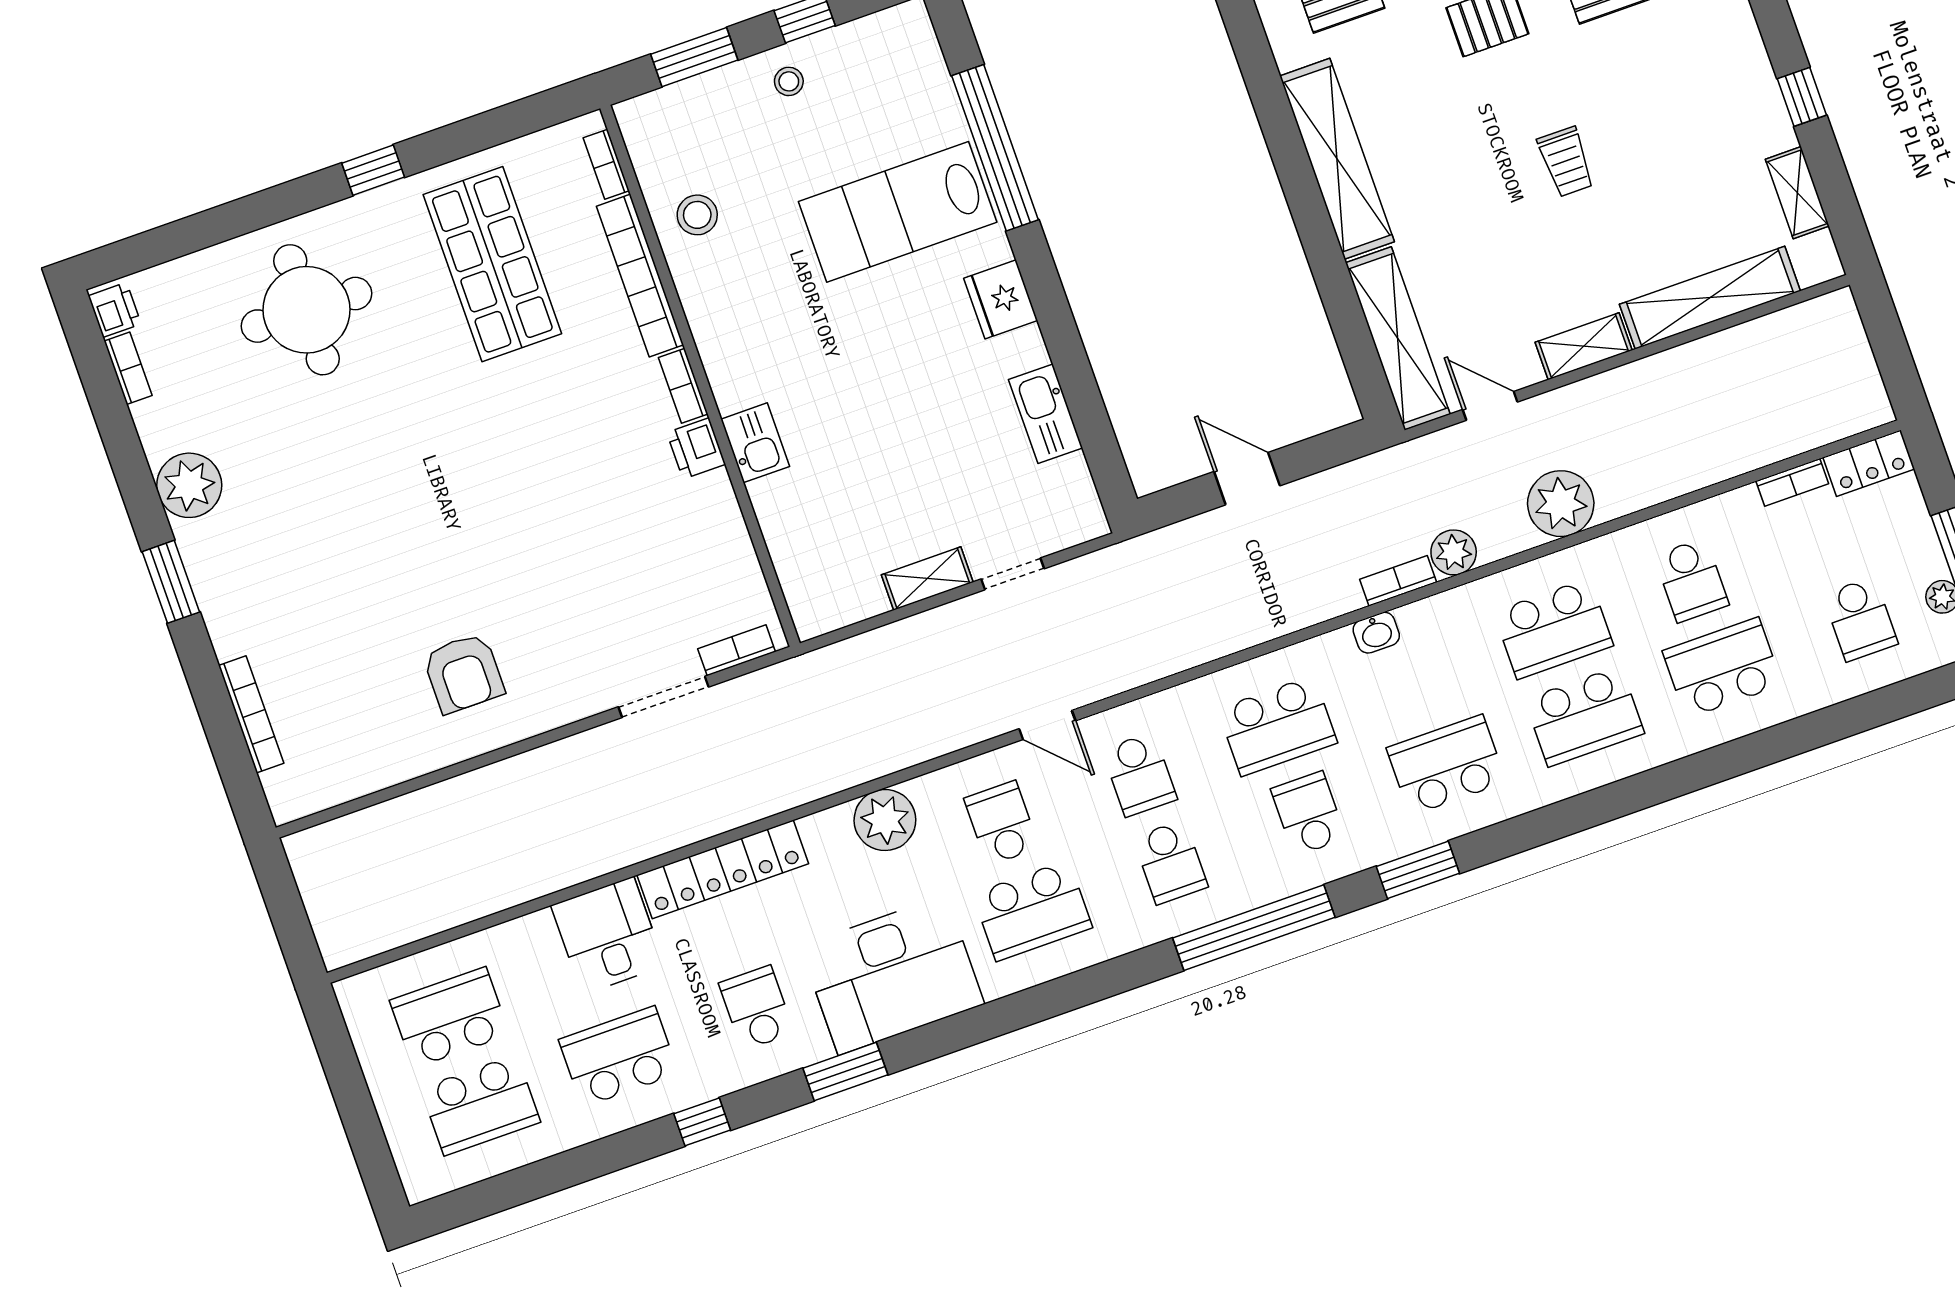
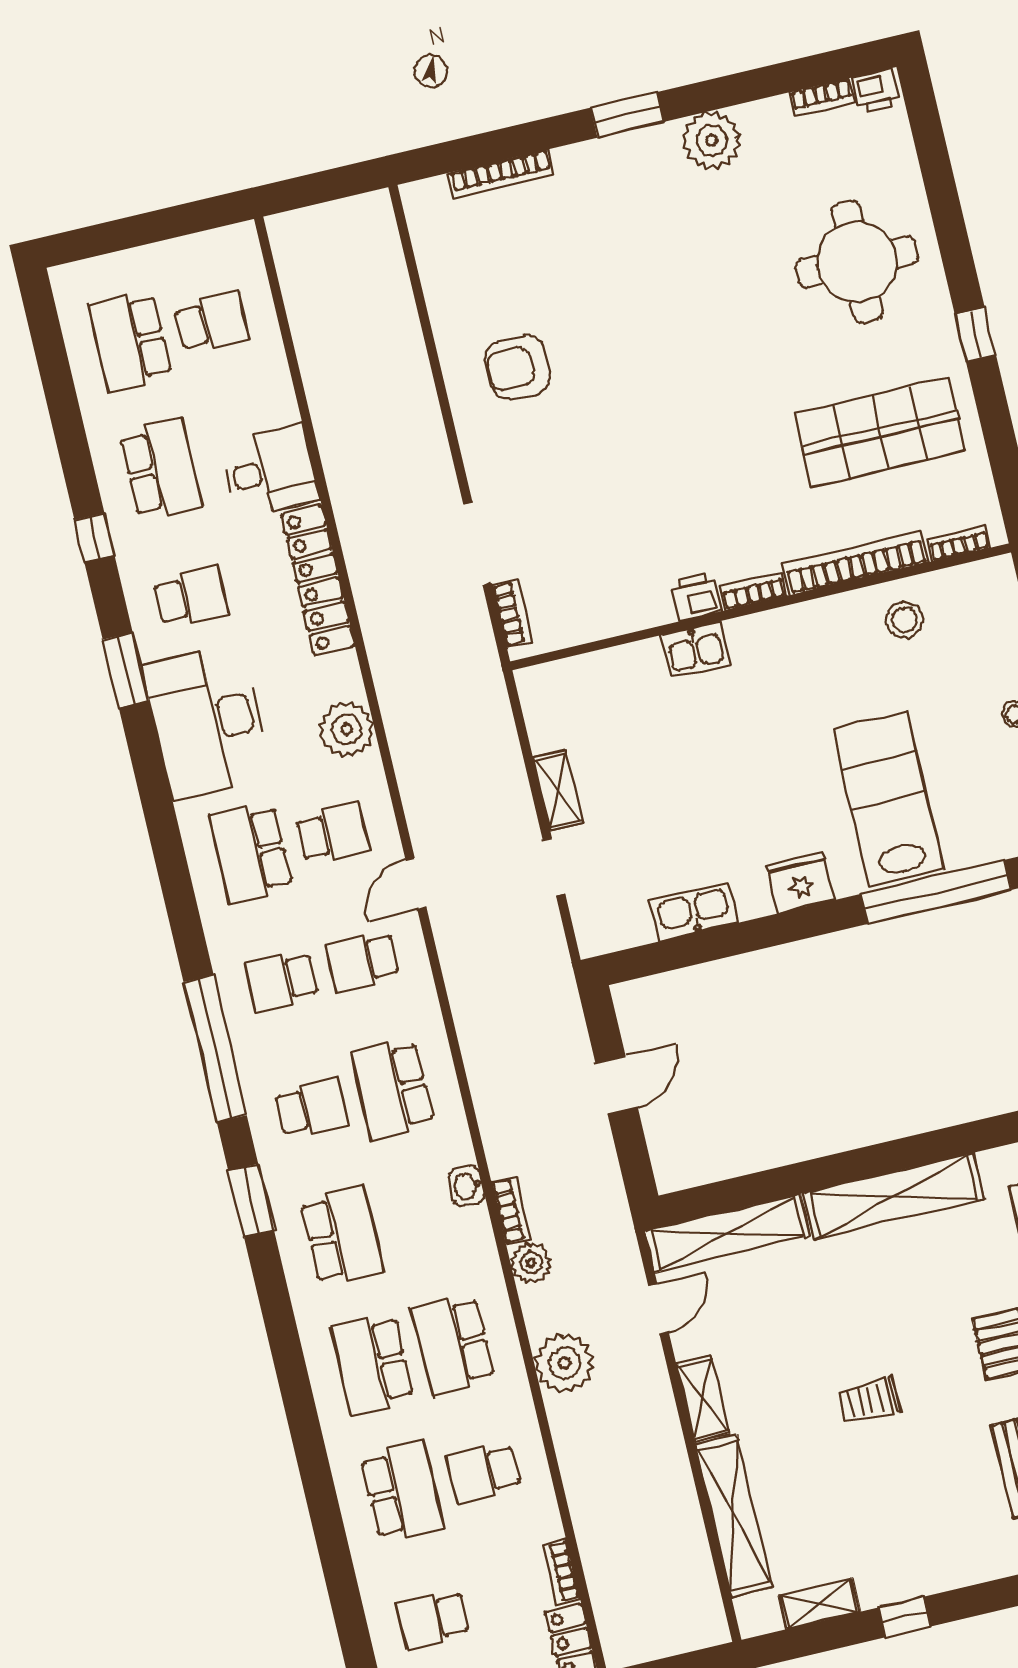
school desk: (450, 1017) -> (212, 322), width x0.54

